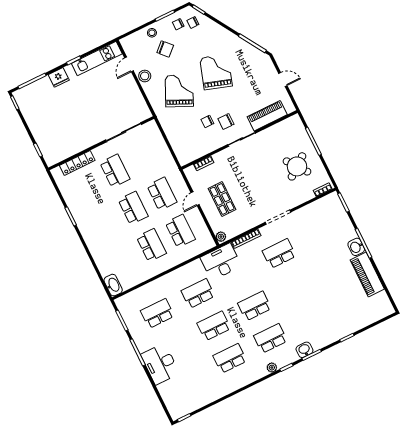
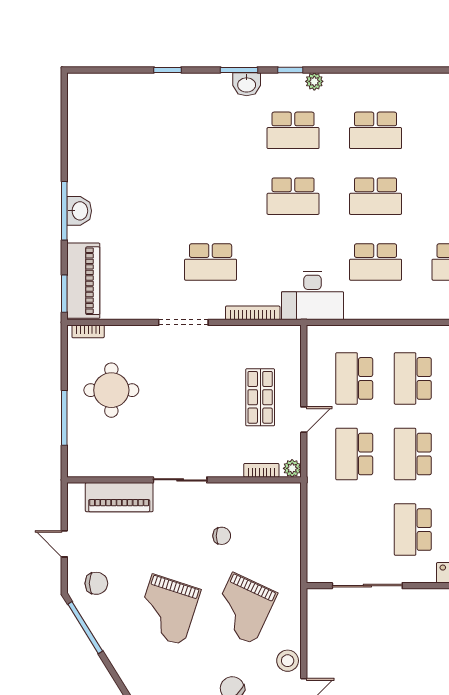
chair: (226, 121) -> (96, 583), moved
round table: (297, 166) -> (111, 390), turned 37
plant: (221, 237) -> (292, 468), moved
piano: (367, 274) -> (83, 281), moved

